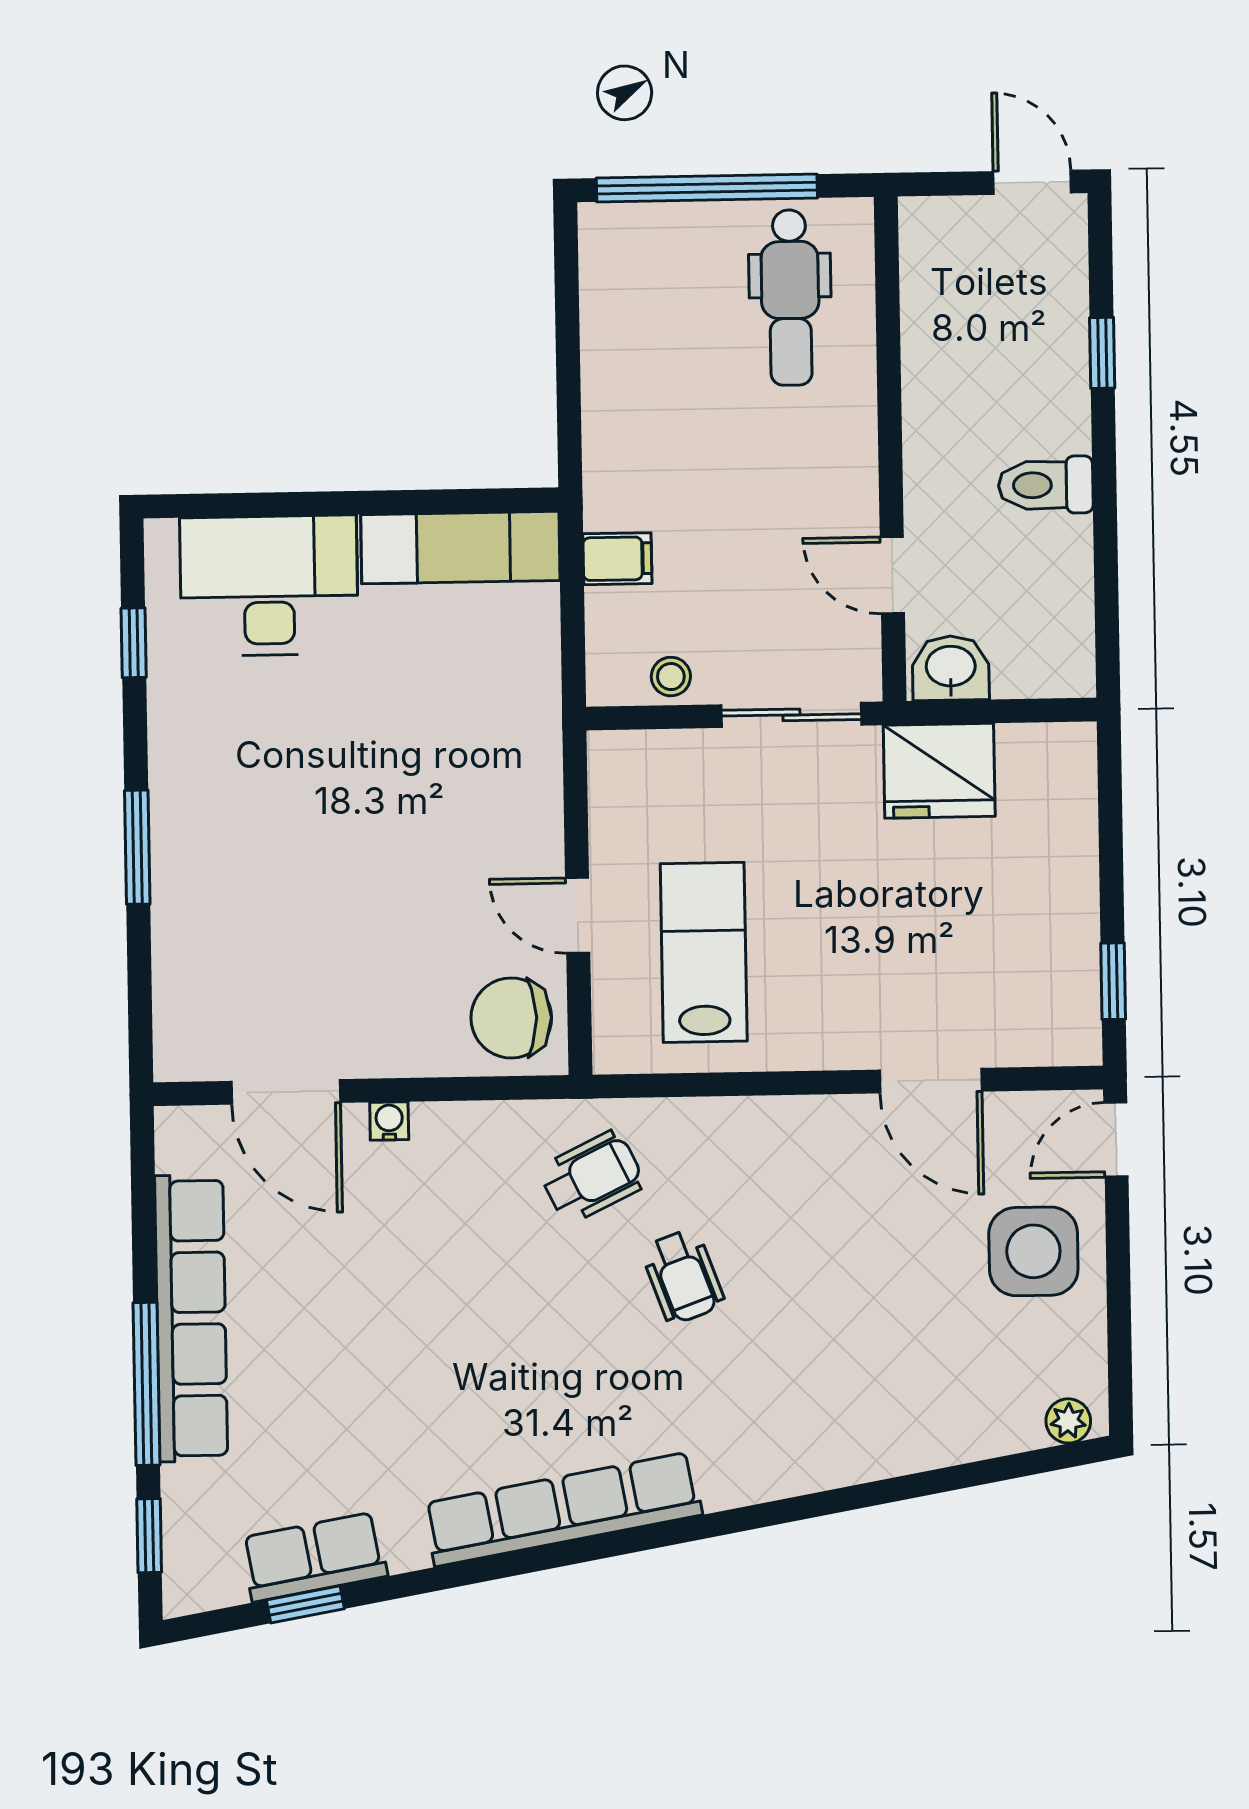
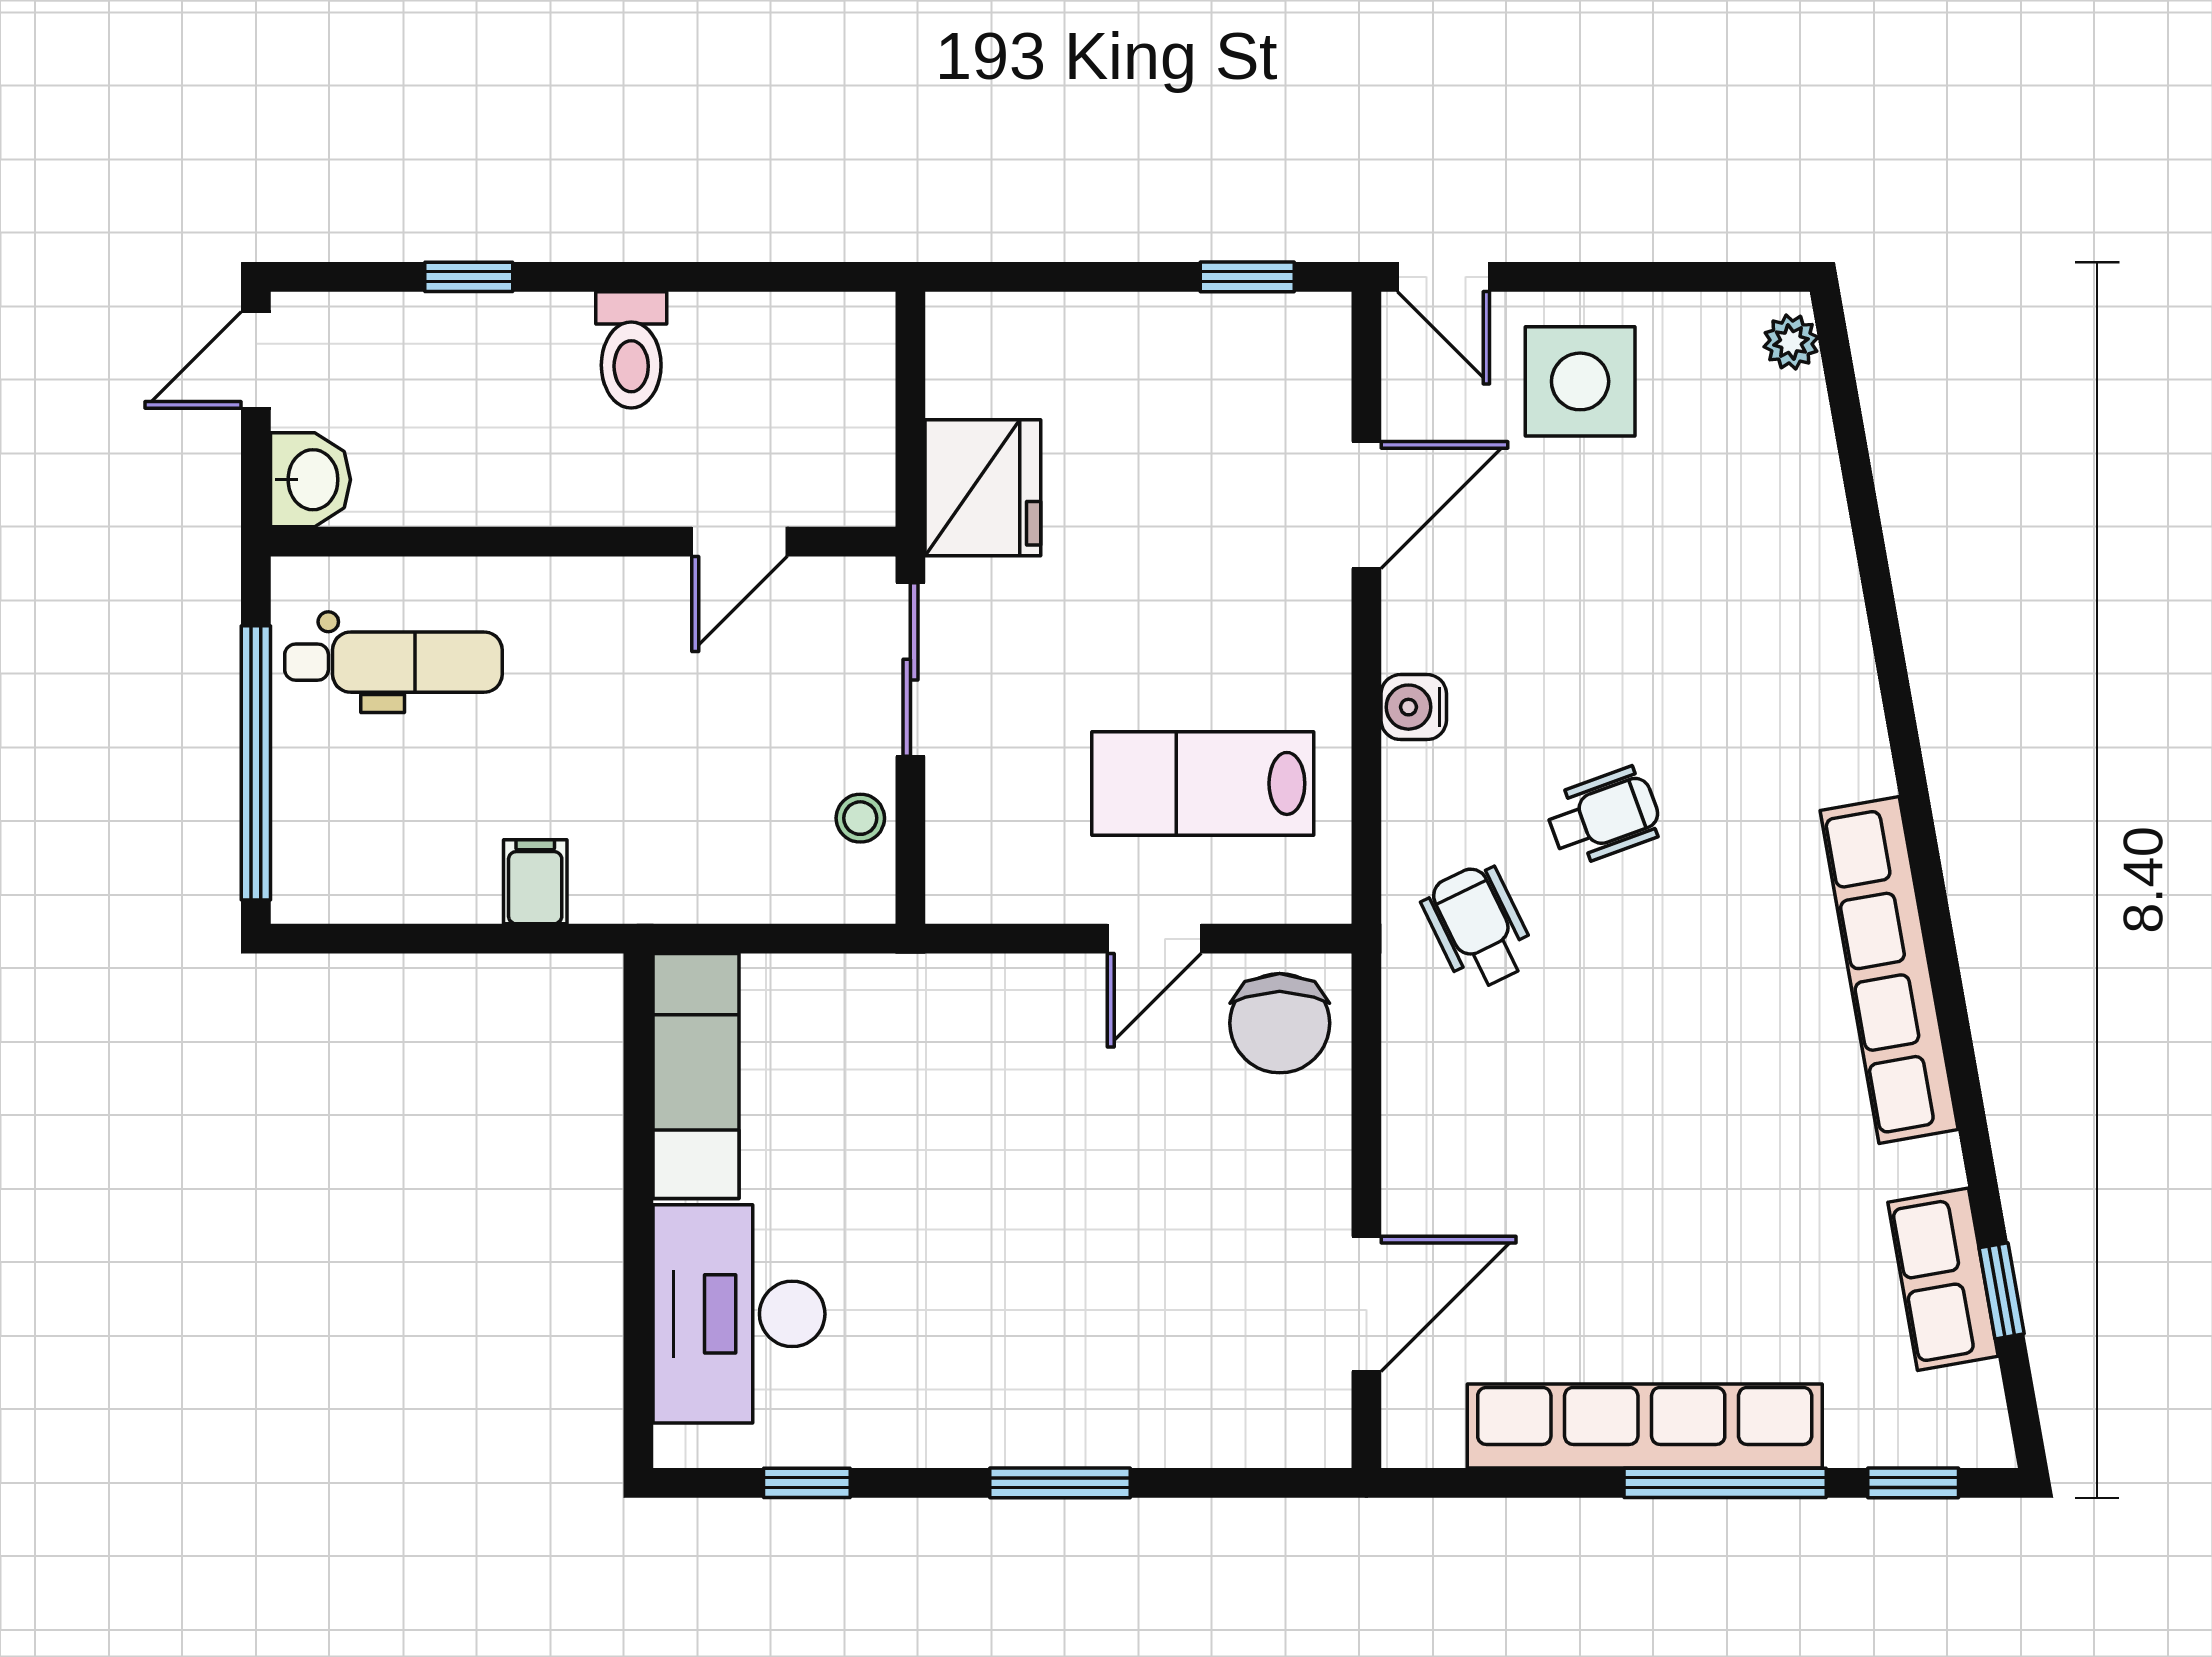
filing cabinet: (617, 559) -> (535, 882), moved
washbasin: (951, 668) -> (311, 480), moved, turned 180
water cooler: (389, 1121) -> (1414, 707), moved, width x1.38, depth x1.38

